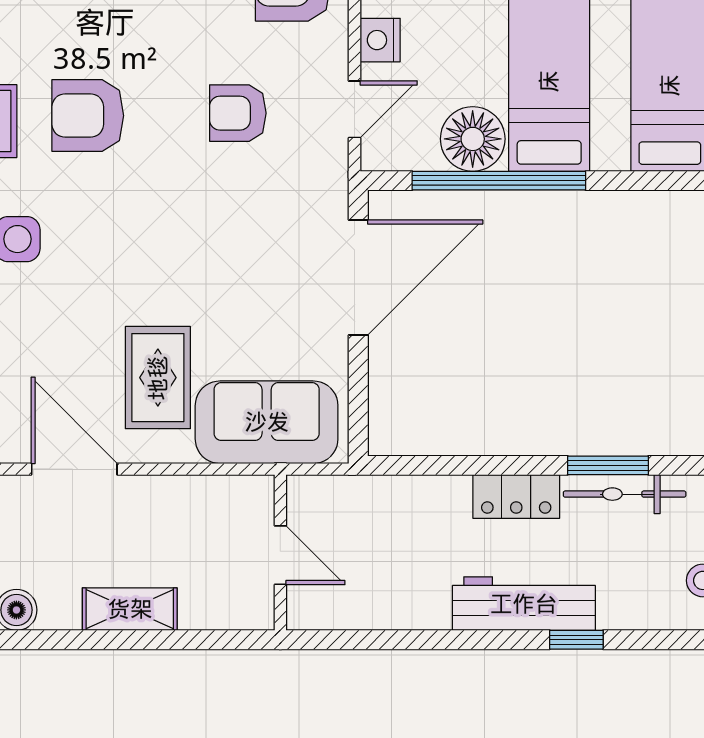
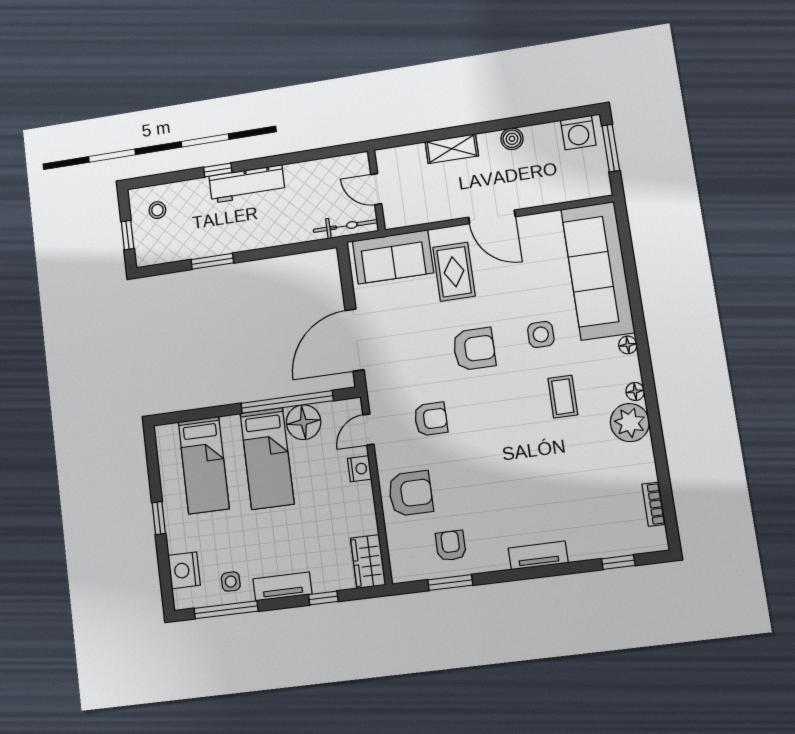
armchair: (88, 116) -> (474, 349), moved
bicycle: (625, 494) -> (345, 226), moved
locker: (516, 497) -> (258, 238), removed

